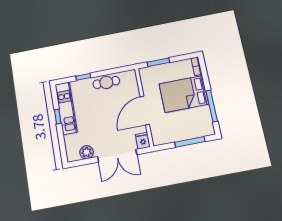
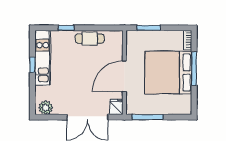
bed: (184, 94) -> (168, 72), width x1.36
window: (212, 106) -> (194, 69), moved
window: (190, 142) -> (148, 117), moved
plant: (87, 152) -> (46, 108), moved

